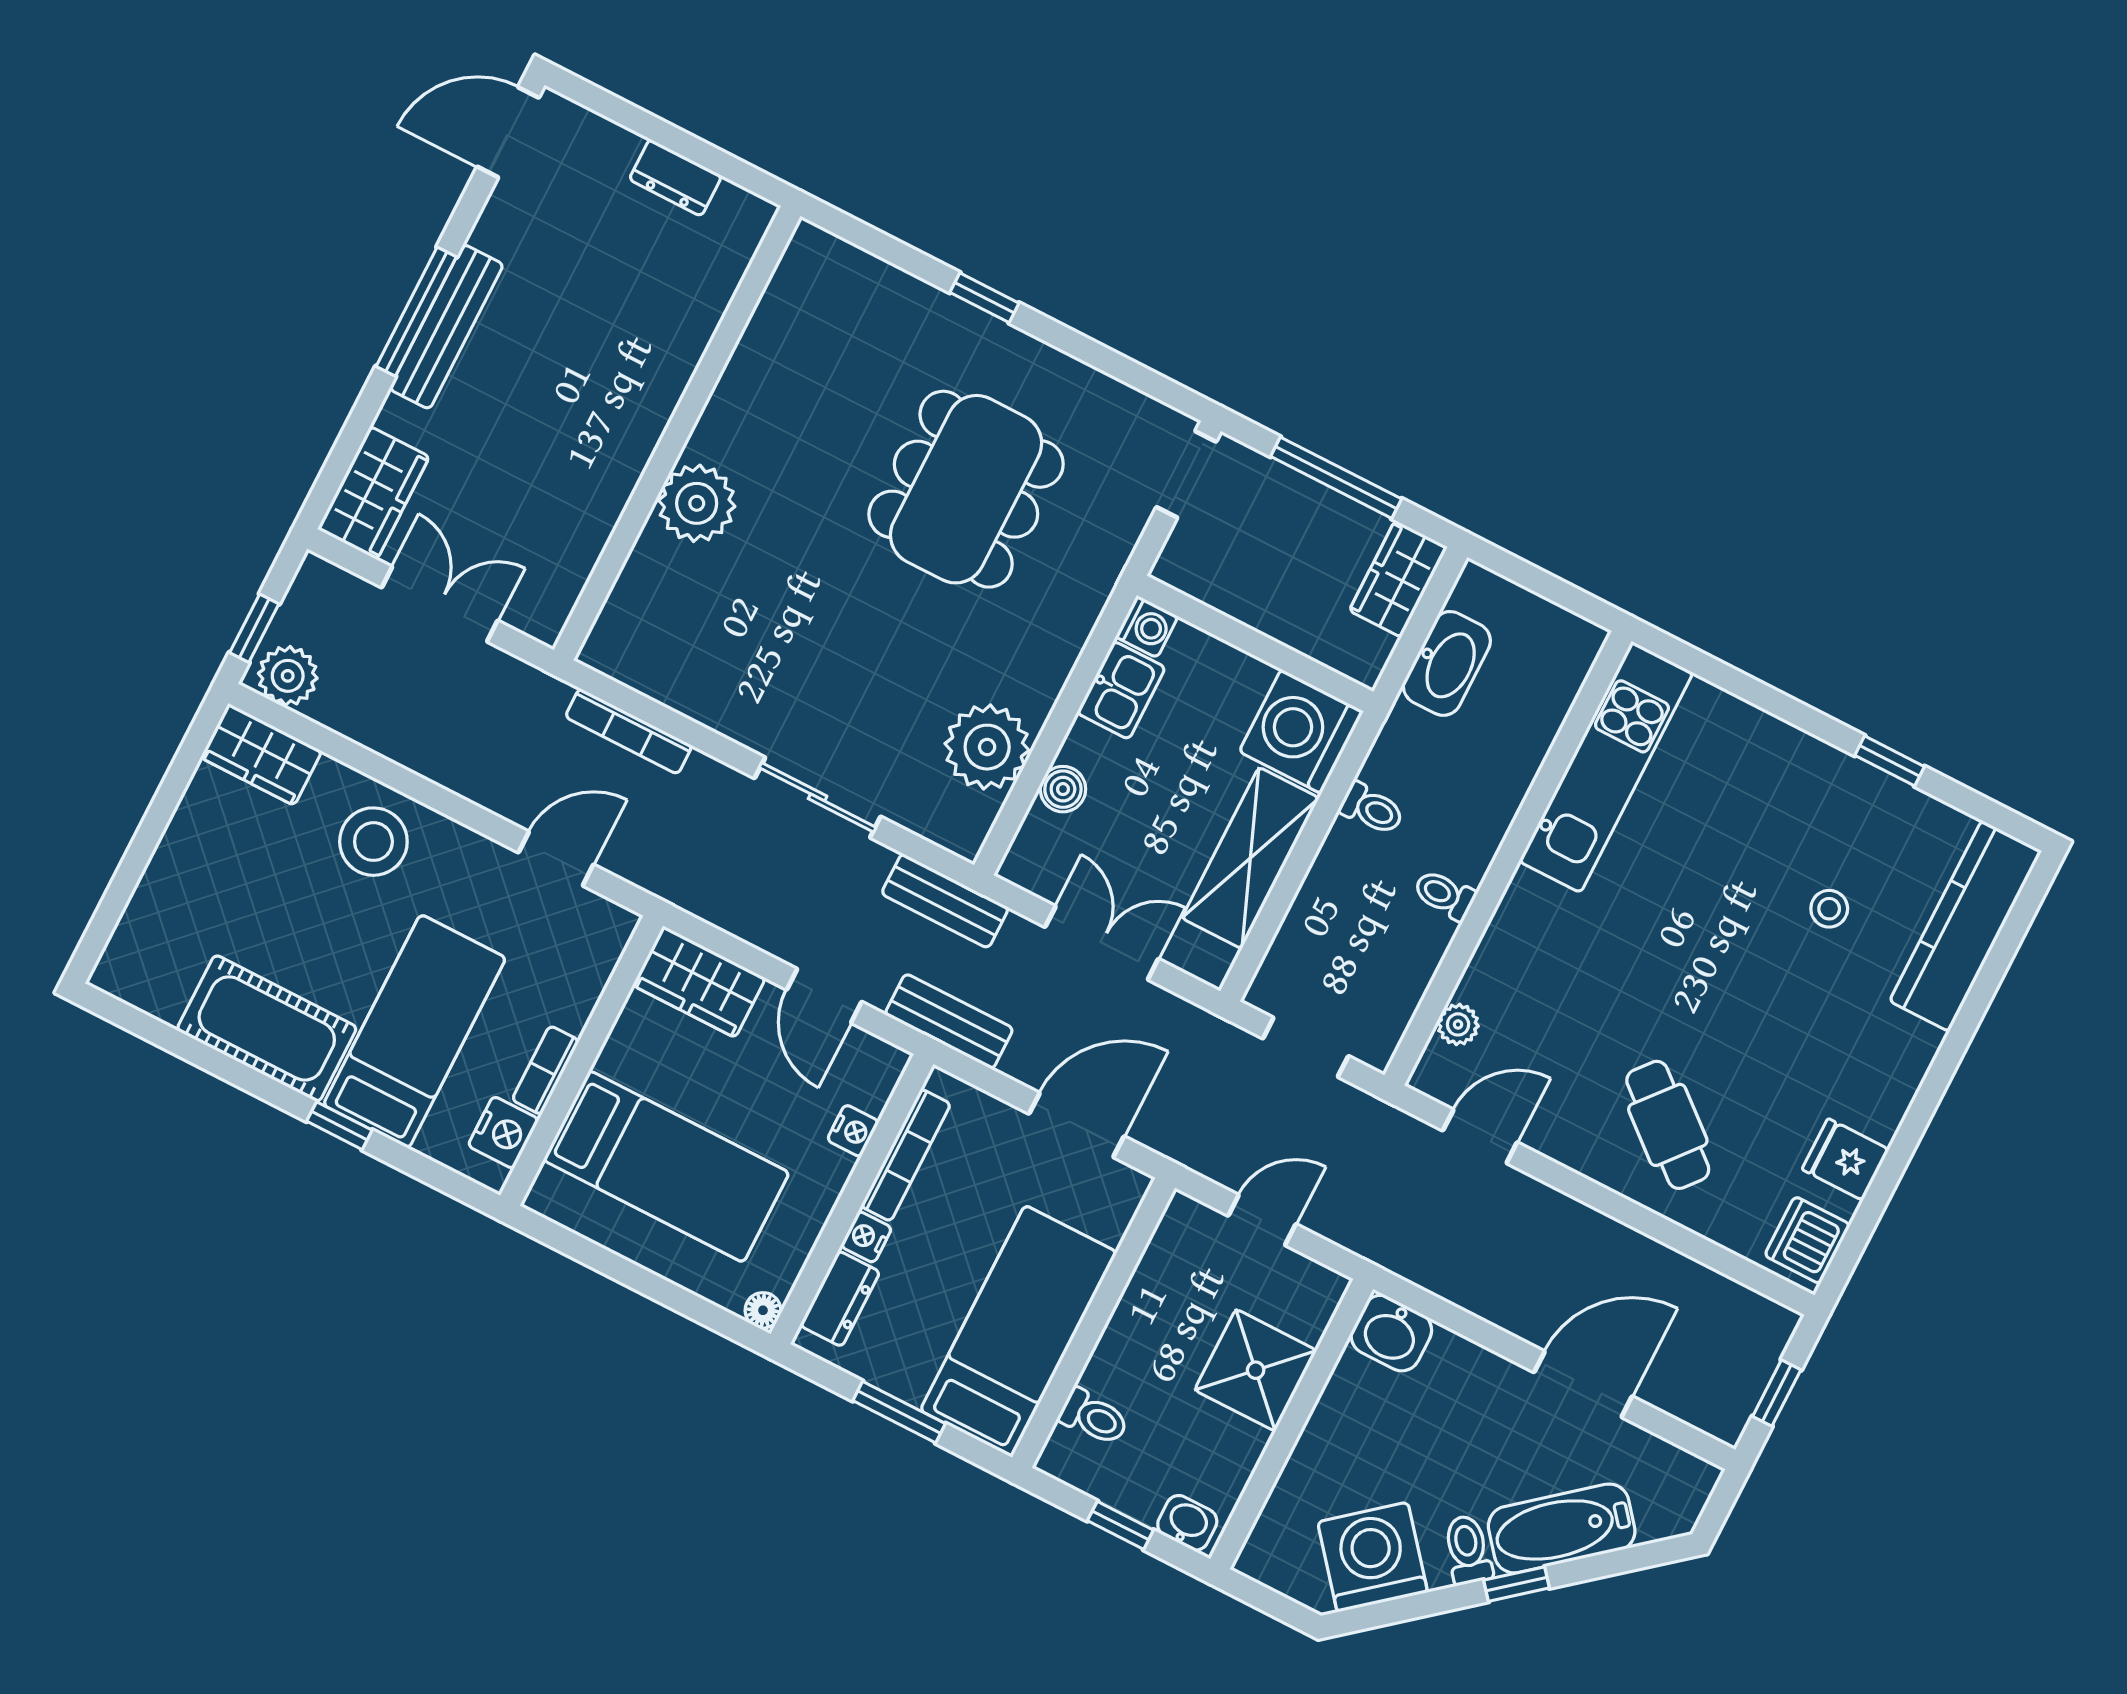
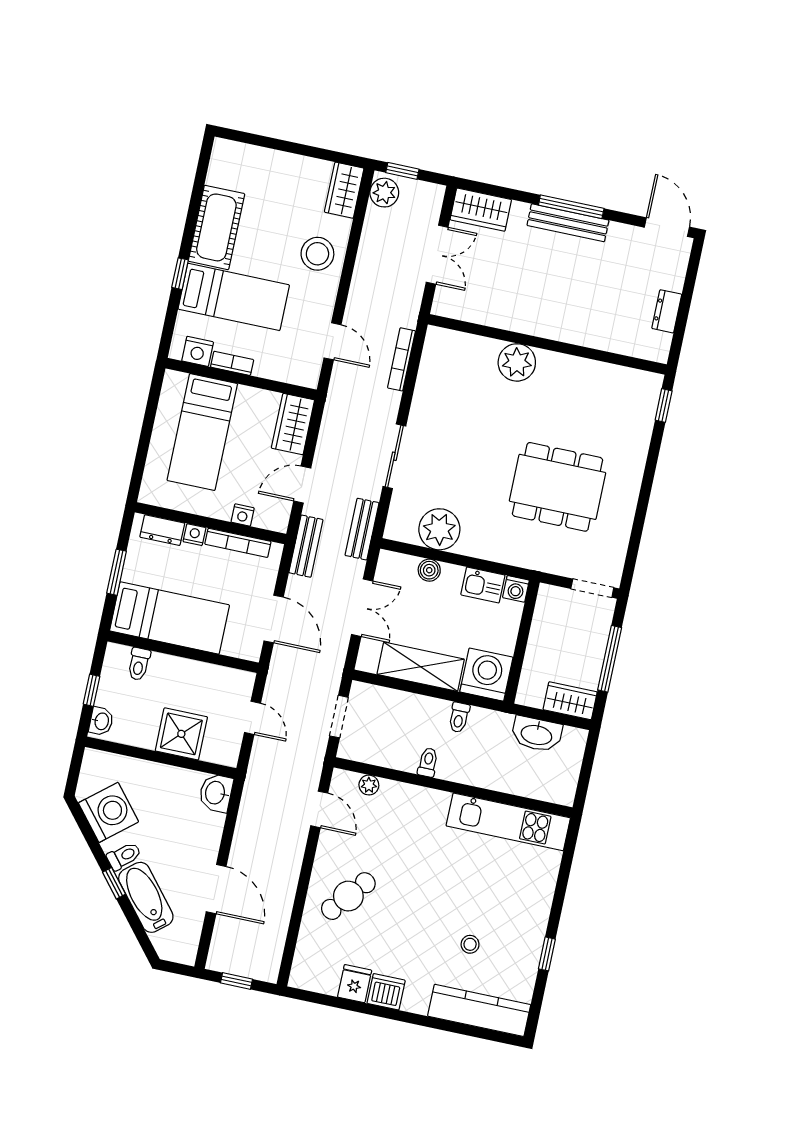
window: (984, 298) -> (664, 405), moved
dishwasher: (1807, 1240) -> (386, 992), moved
floor lamp: (763, 1310) -> (147, 496), removed

